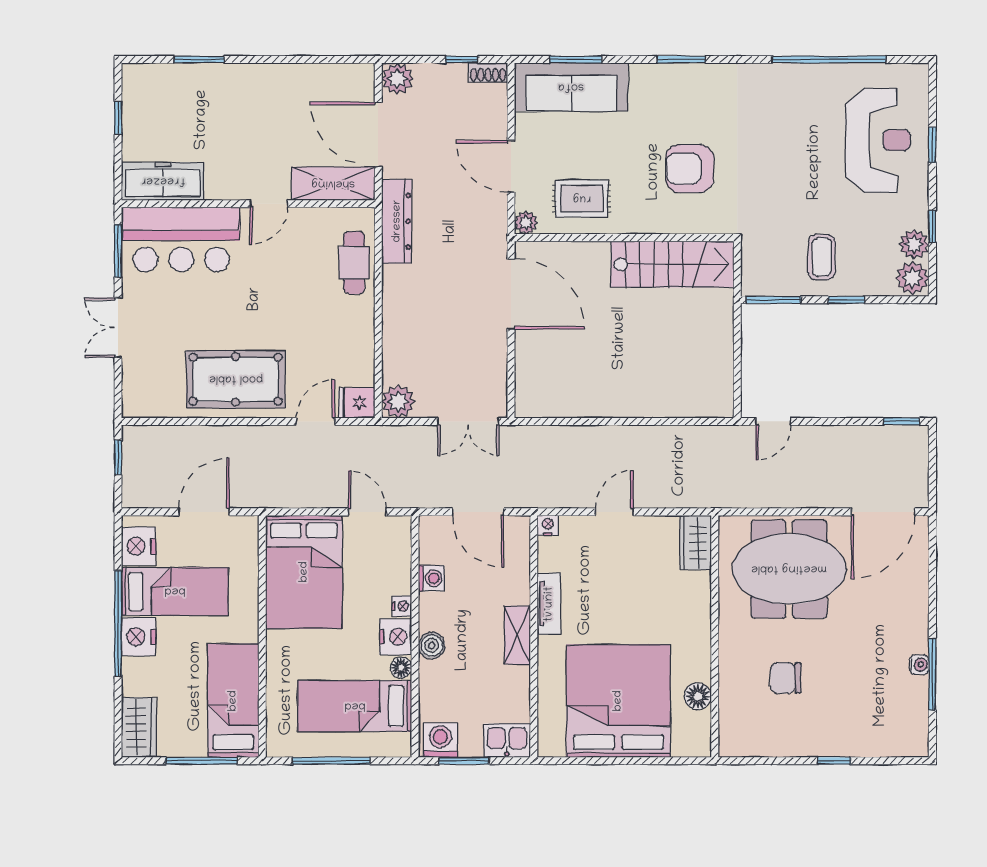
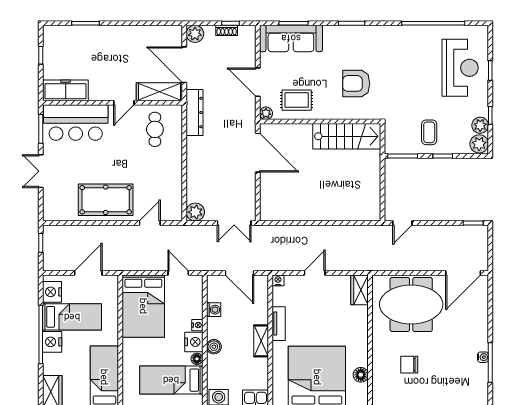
shoe rack: (488, 72) -> (227, 30), moved
cafe table: (354, 263) -> (155, 129), moved
fridge: (357, 403) -> (172, 213), removed

